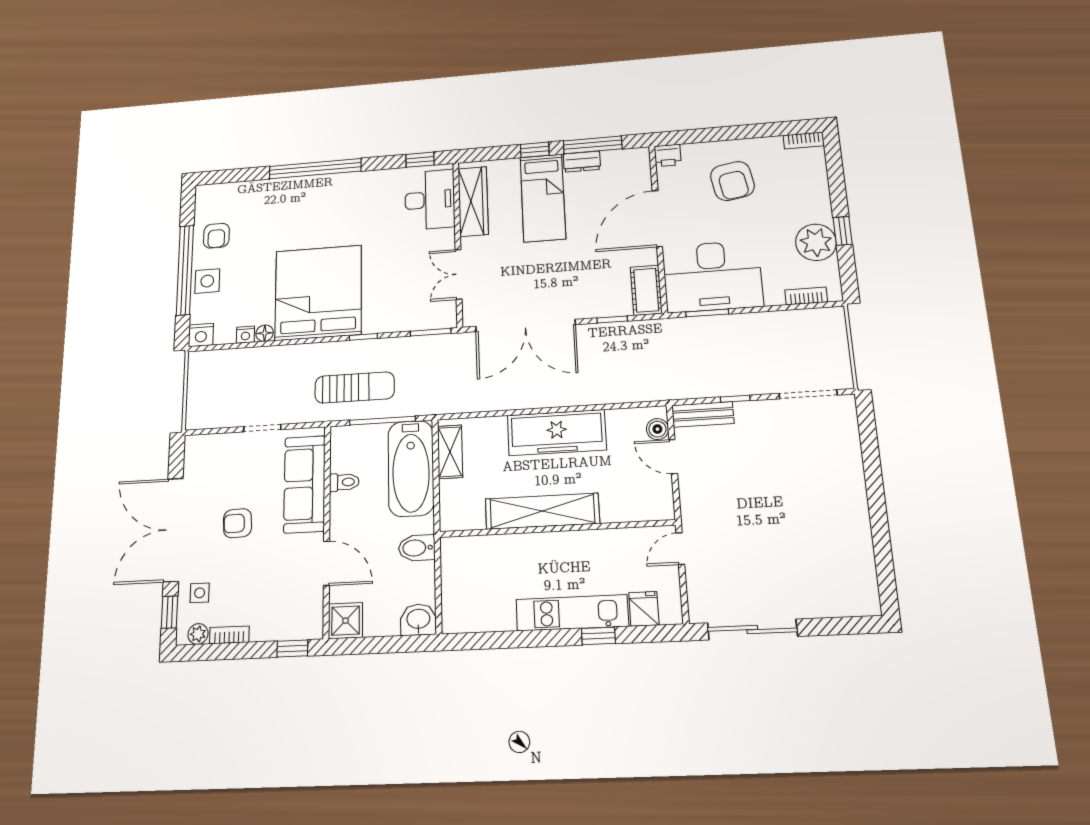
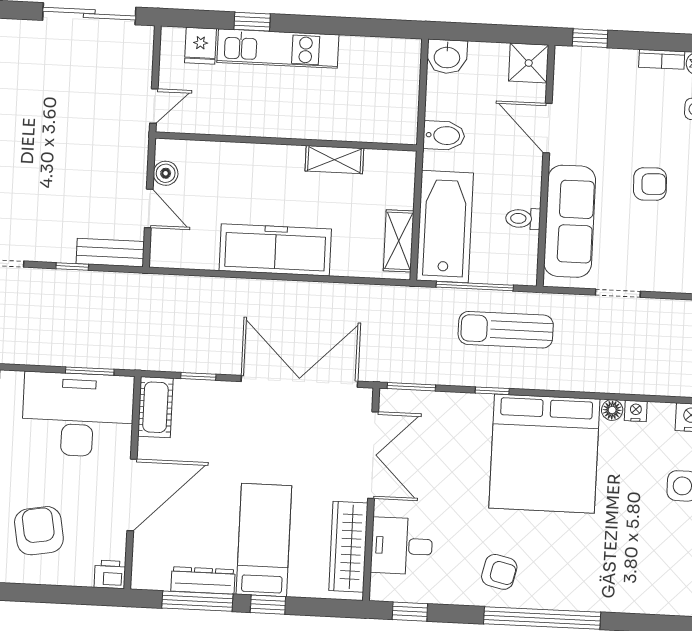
dresser: (582, 162) -> (203, 580), width x1.44
desk: (430, 200) -> (402, 546), width x0.73
armchair: (216, 236) -> (499, 572), moved, turned 103
double door: (459, 274) -> (373, 455), width x1.37
boiler: (657, 429) -> (166, 173), moved
shelving: (542, 511) -> (334, 160), width x0.45, depth x0.75

